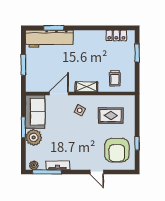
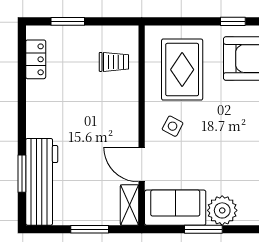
shelving: (86, 87) -> (130, 205), moved
rug: (111, 116) -> (182, 70), width x1.36, depth x1.43

